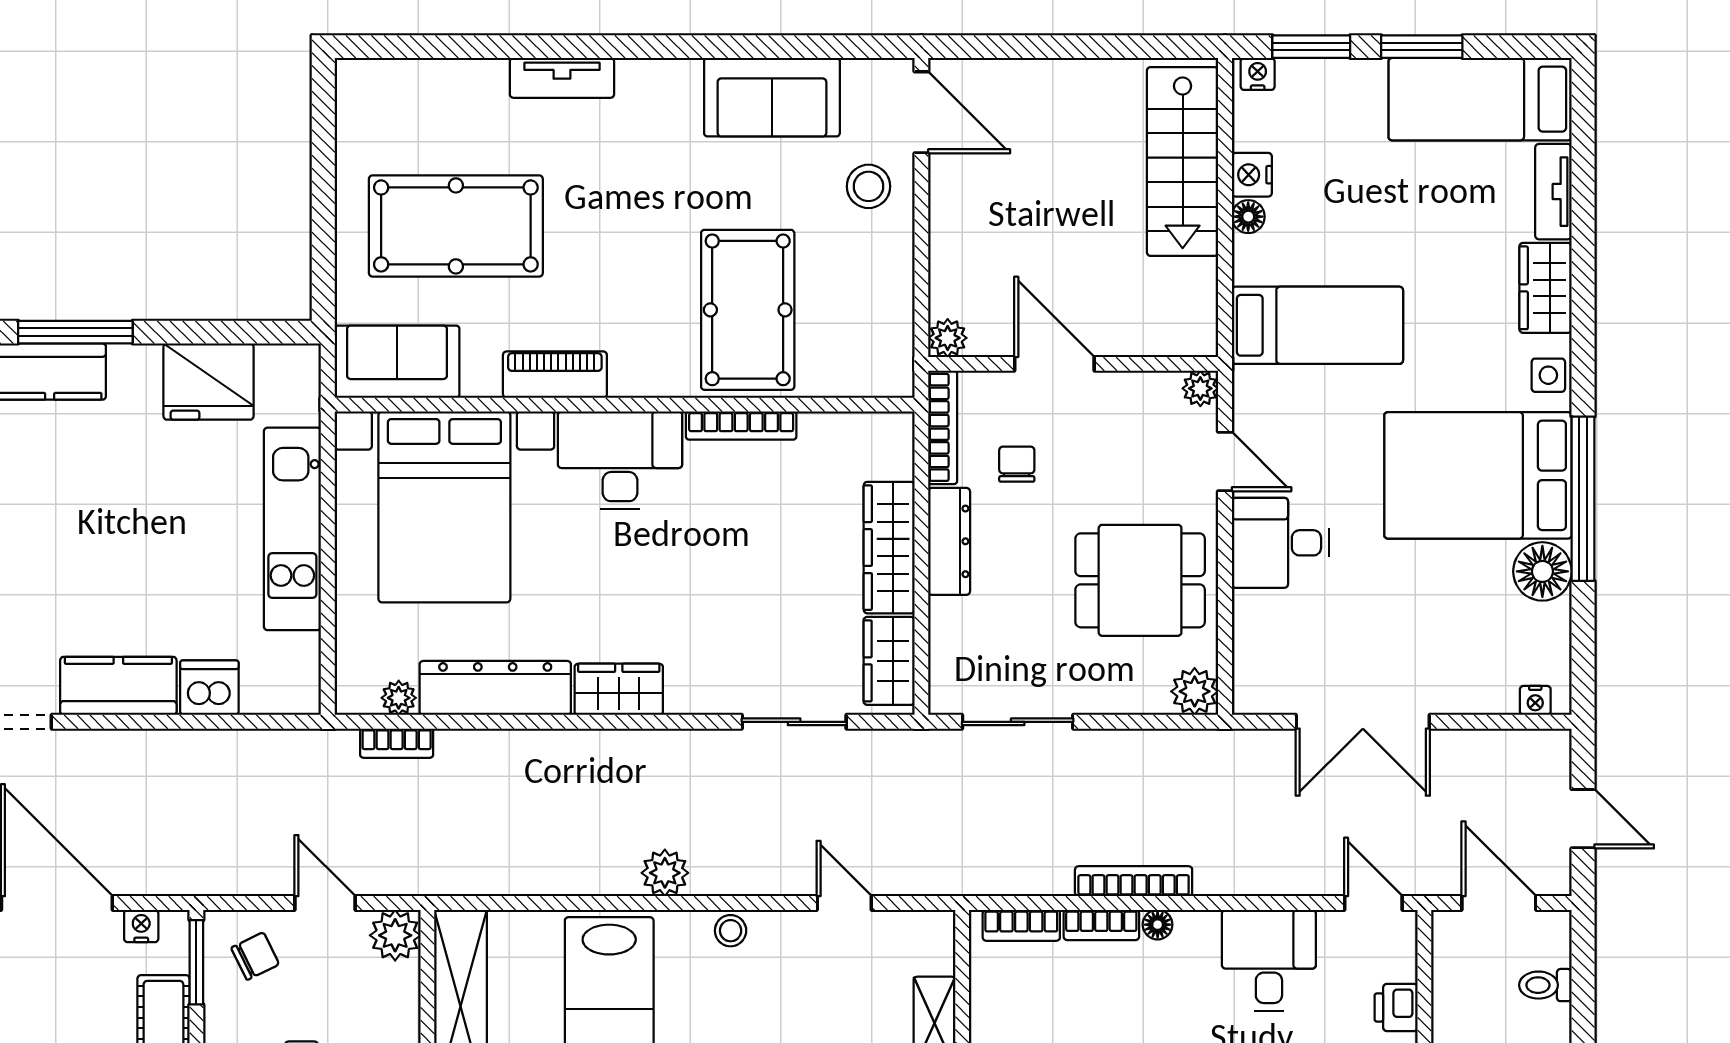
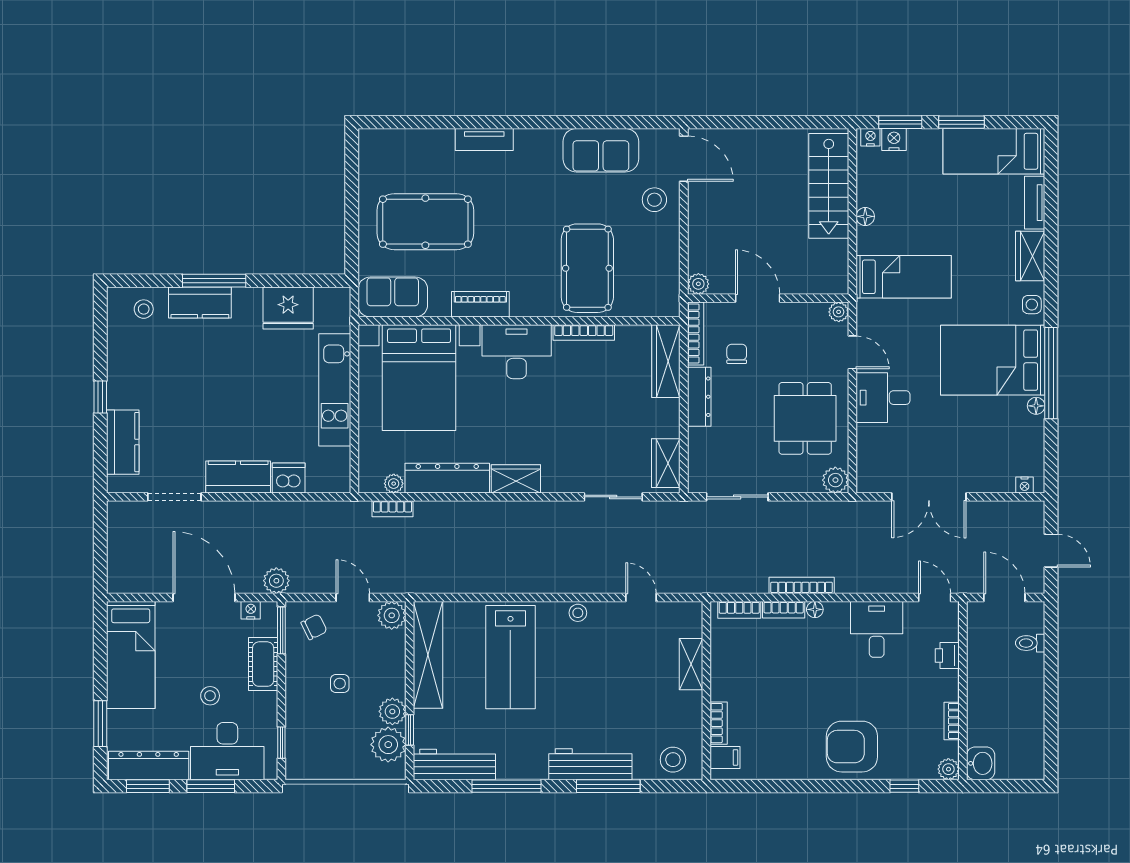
nightstand: (1252, 175) -> (894, 140), moved, turned 90
wardrobe: (889, 548) -> (666, 361), moved
floor lamp: (1542, 571) -> (1036, 406), width x0.53, depth x0.53
dining table: (1140, 580) -> (805, 418), turned 90
plant: (665, 873) -> (276, 581), moved

